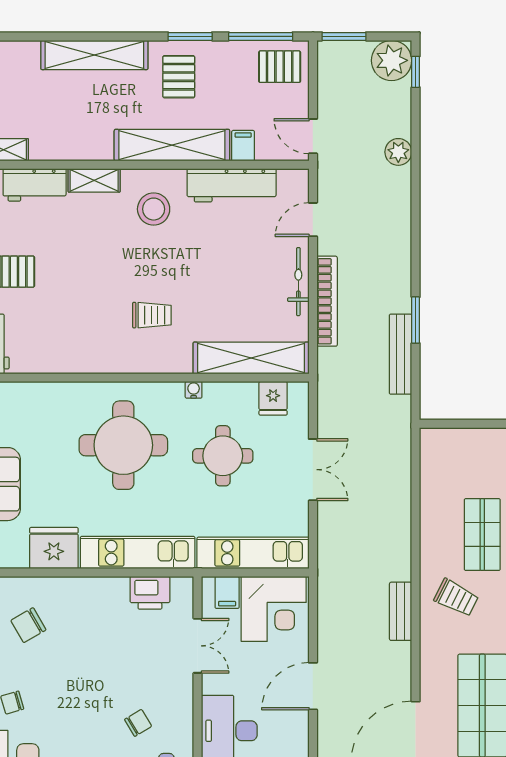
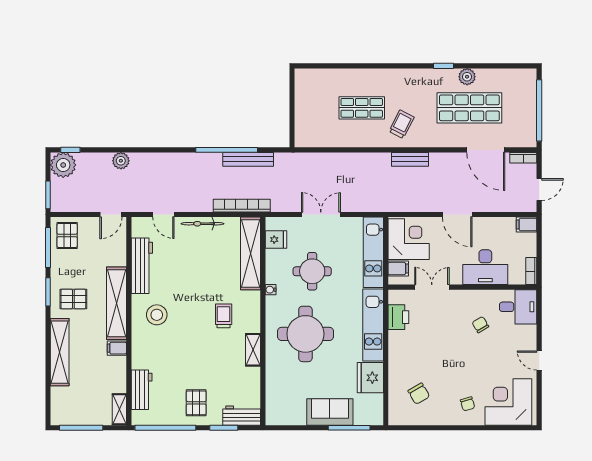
filing cabinet: (243, 146) -> (117, 348), moved
shelving: (94, 180) -> (253, 350), moved
bookcase: (327, 301) -> (242, 206), moved
window: (416, 320) -> (227, 150), width x2.11

